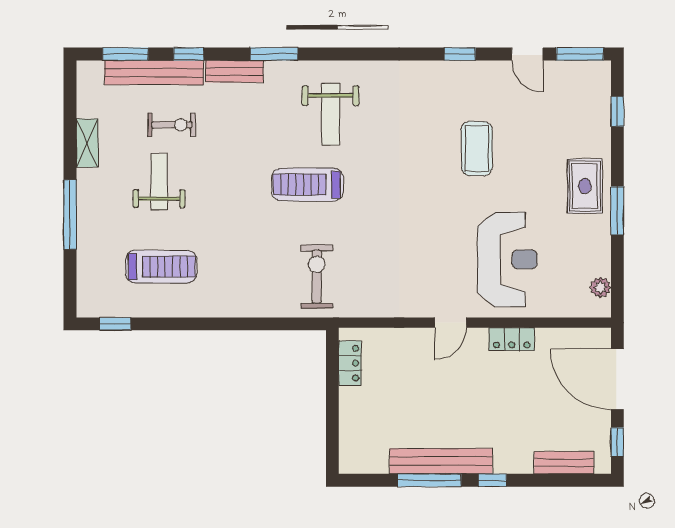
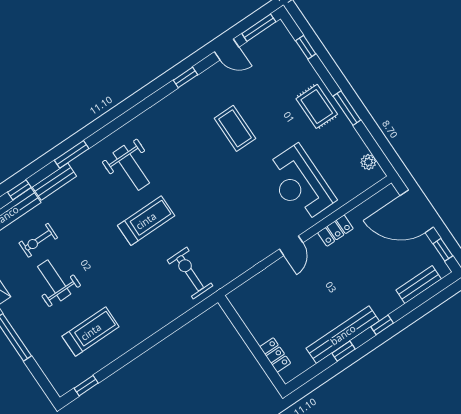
exercise bike: (172, 125) -> (38, 240), turned 180
treadmill: (307, 185) -> (146, 221), turned 180
reception desk: (507, 259) -> (300, 184), turned 180
locker: (350, 363) -> (275, 355), moved
window: (429, 480) -> (343, 351), width x0.46

